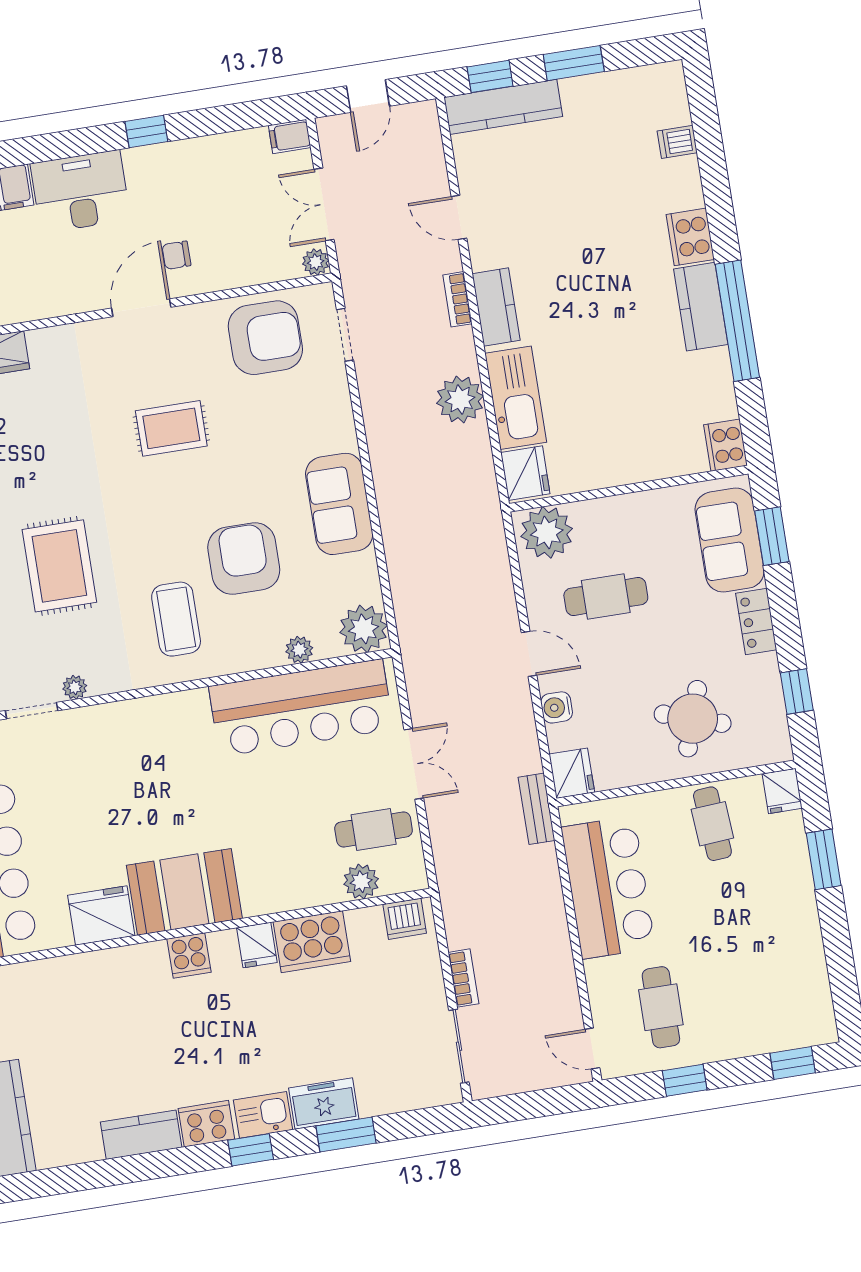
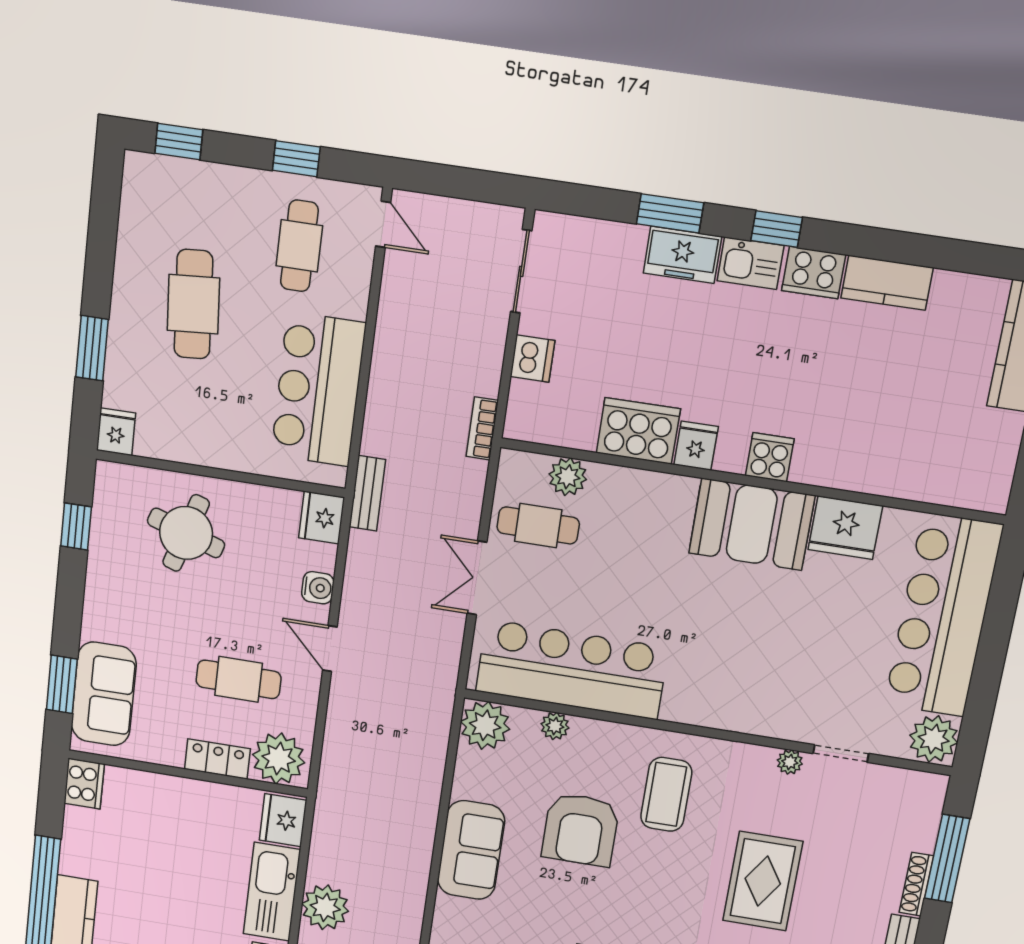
locker: (756, 621) -> (217, 759), moved, turned -90
cafe table: (712, 824) -> (193, 304), moved, width x1.37, depth x1.35
dishwasher: (405, 919) -> (533, 359), moved, turned 90
bookcase: (463, 978) -> (482, 428), moved

